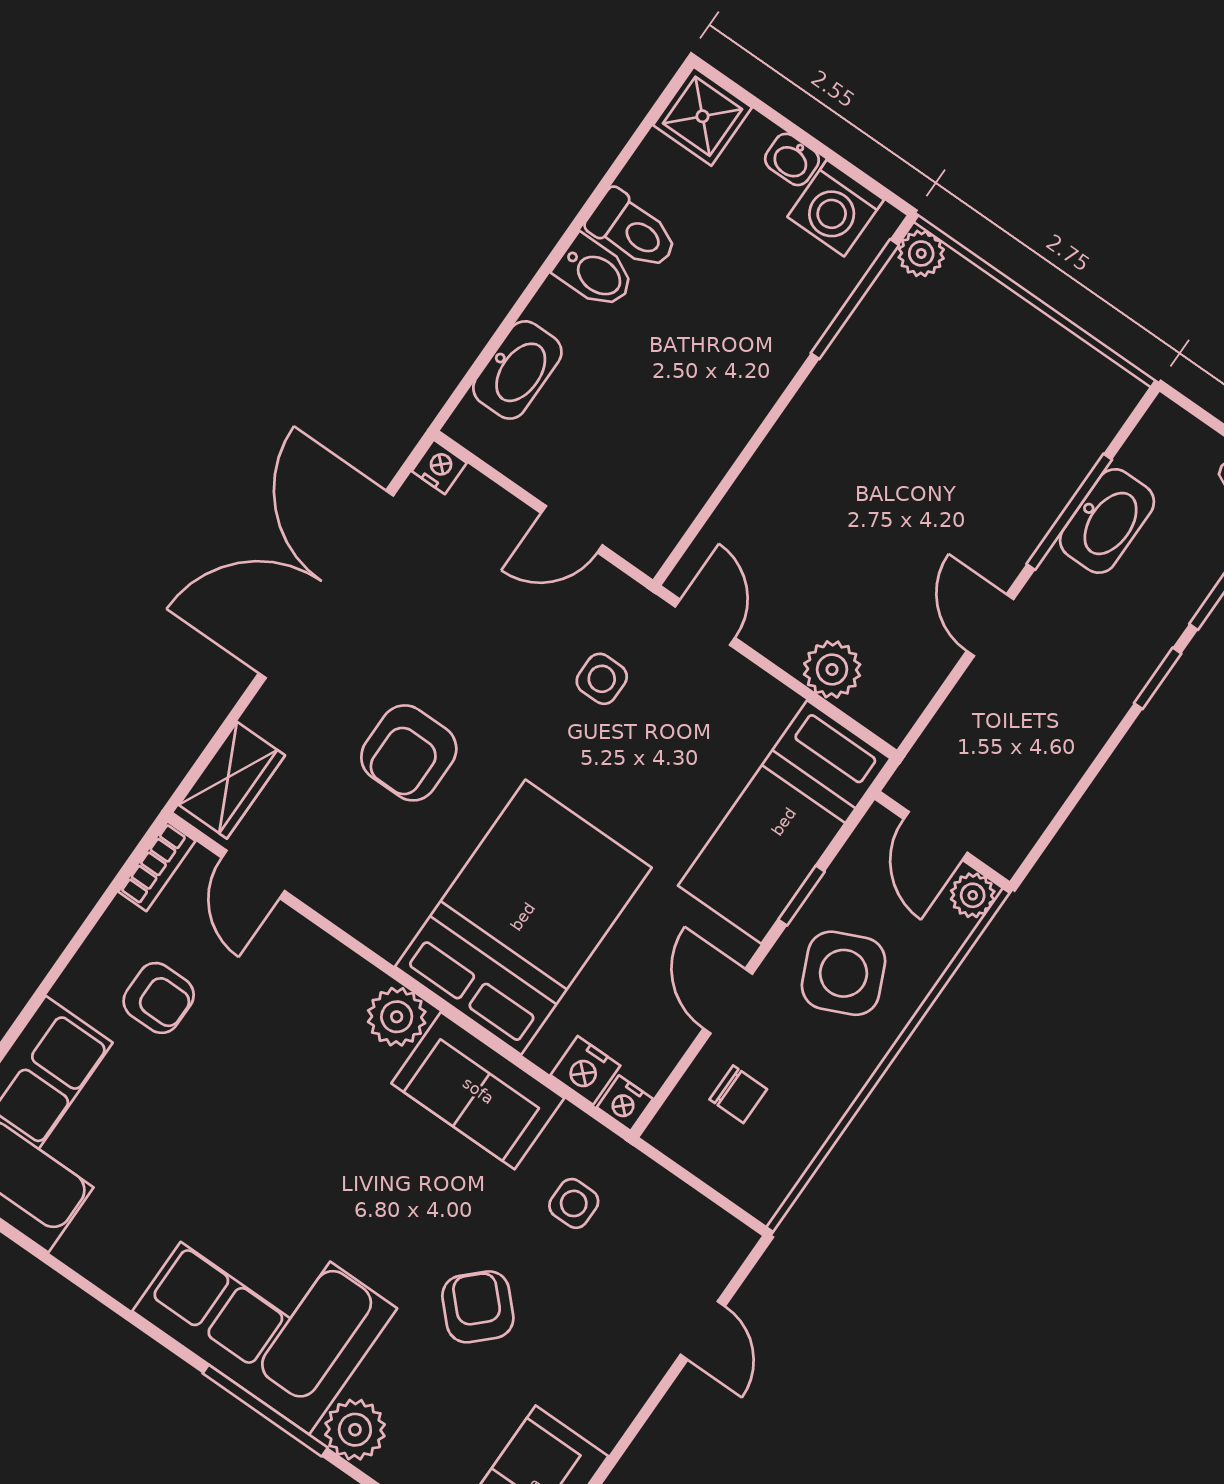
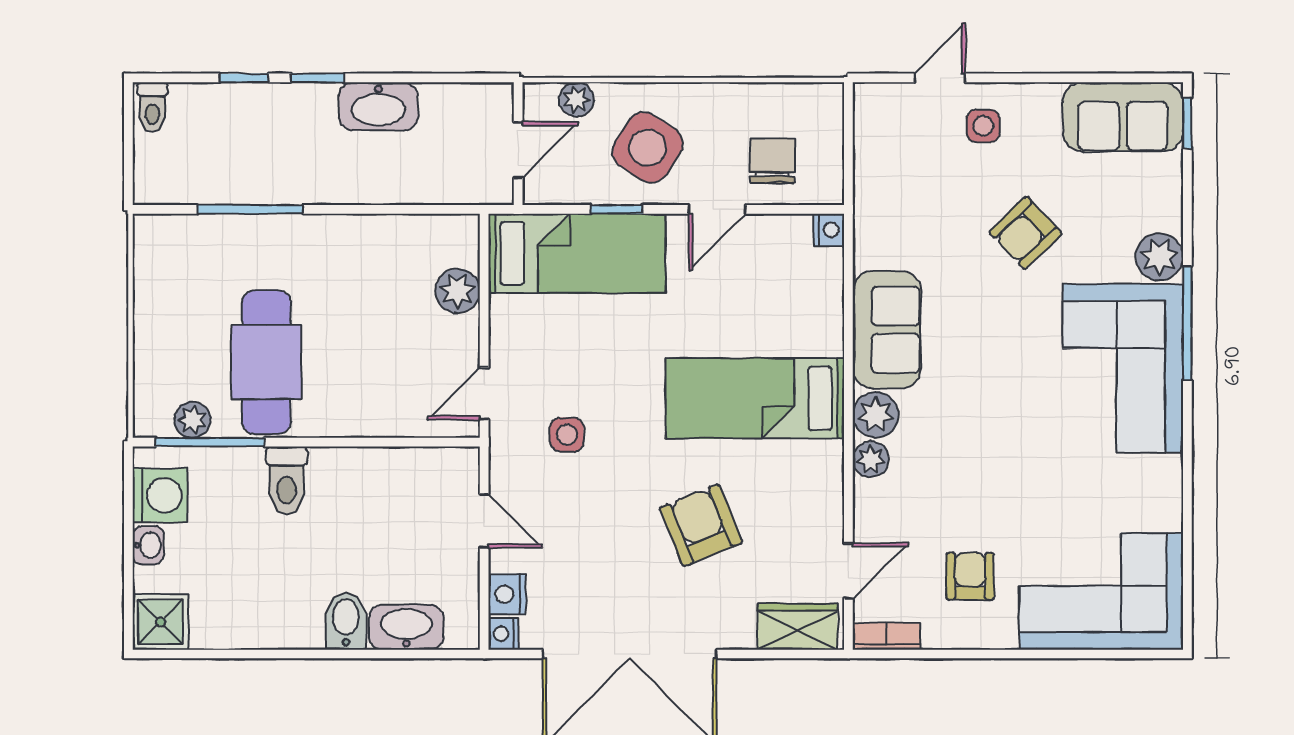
toilet: (633, 230) -> (287, 481), moved, turned 180
plant: (921, 253) -> (192, 420), moved
bidet: (595, 273) -> (346, 621), moved
cafe table: (897, 417) -> (266, 362), added
washbasin: (1107, 521) -> (378, 106), moved, turned 180
door: (990, 625) -> (358, 209), removed
armchair: (409, 753) -> (701, 525), turned -112
plant: (973, 895) -> (576, 100), moved
bed: (523, 917) -> (755, 398), width x0.67
side table: (843, 973) -> (648, 148), turned -33
plant: (354, 979) -> (871, 459), added
nightstand: (585, 1070) -> (507, 594), moved, turned 180
chair: (738, 1094) -> (772, 161), width x1.37, depth x1.37
side table: (574, 1203) -> (983, 126), moved

